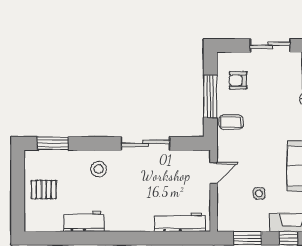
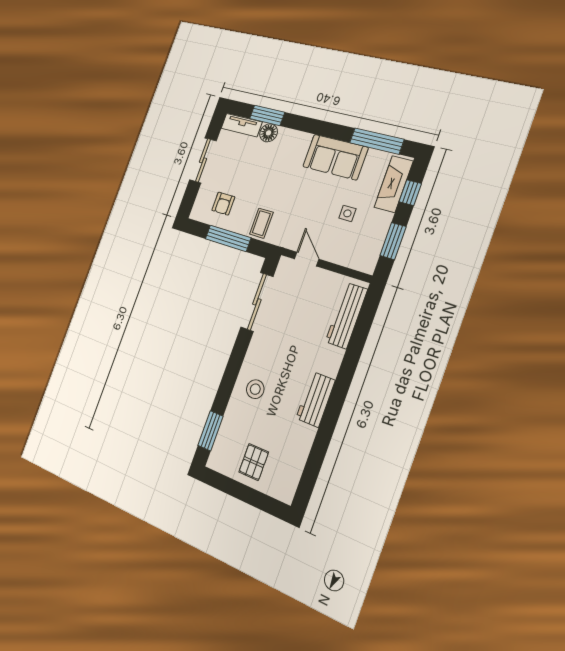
sliding door: (146, 143) -> (257, 302), moved
workbench: (84, 221) -> (315, 399), moved

